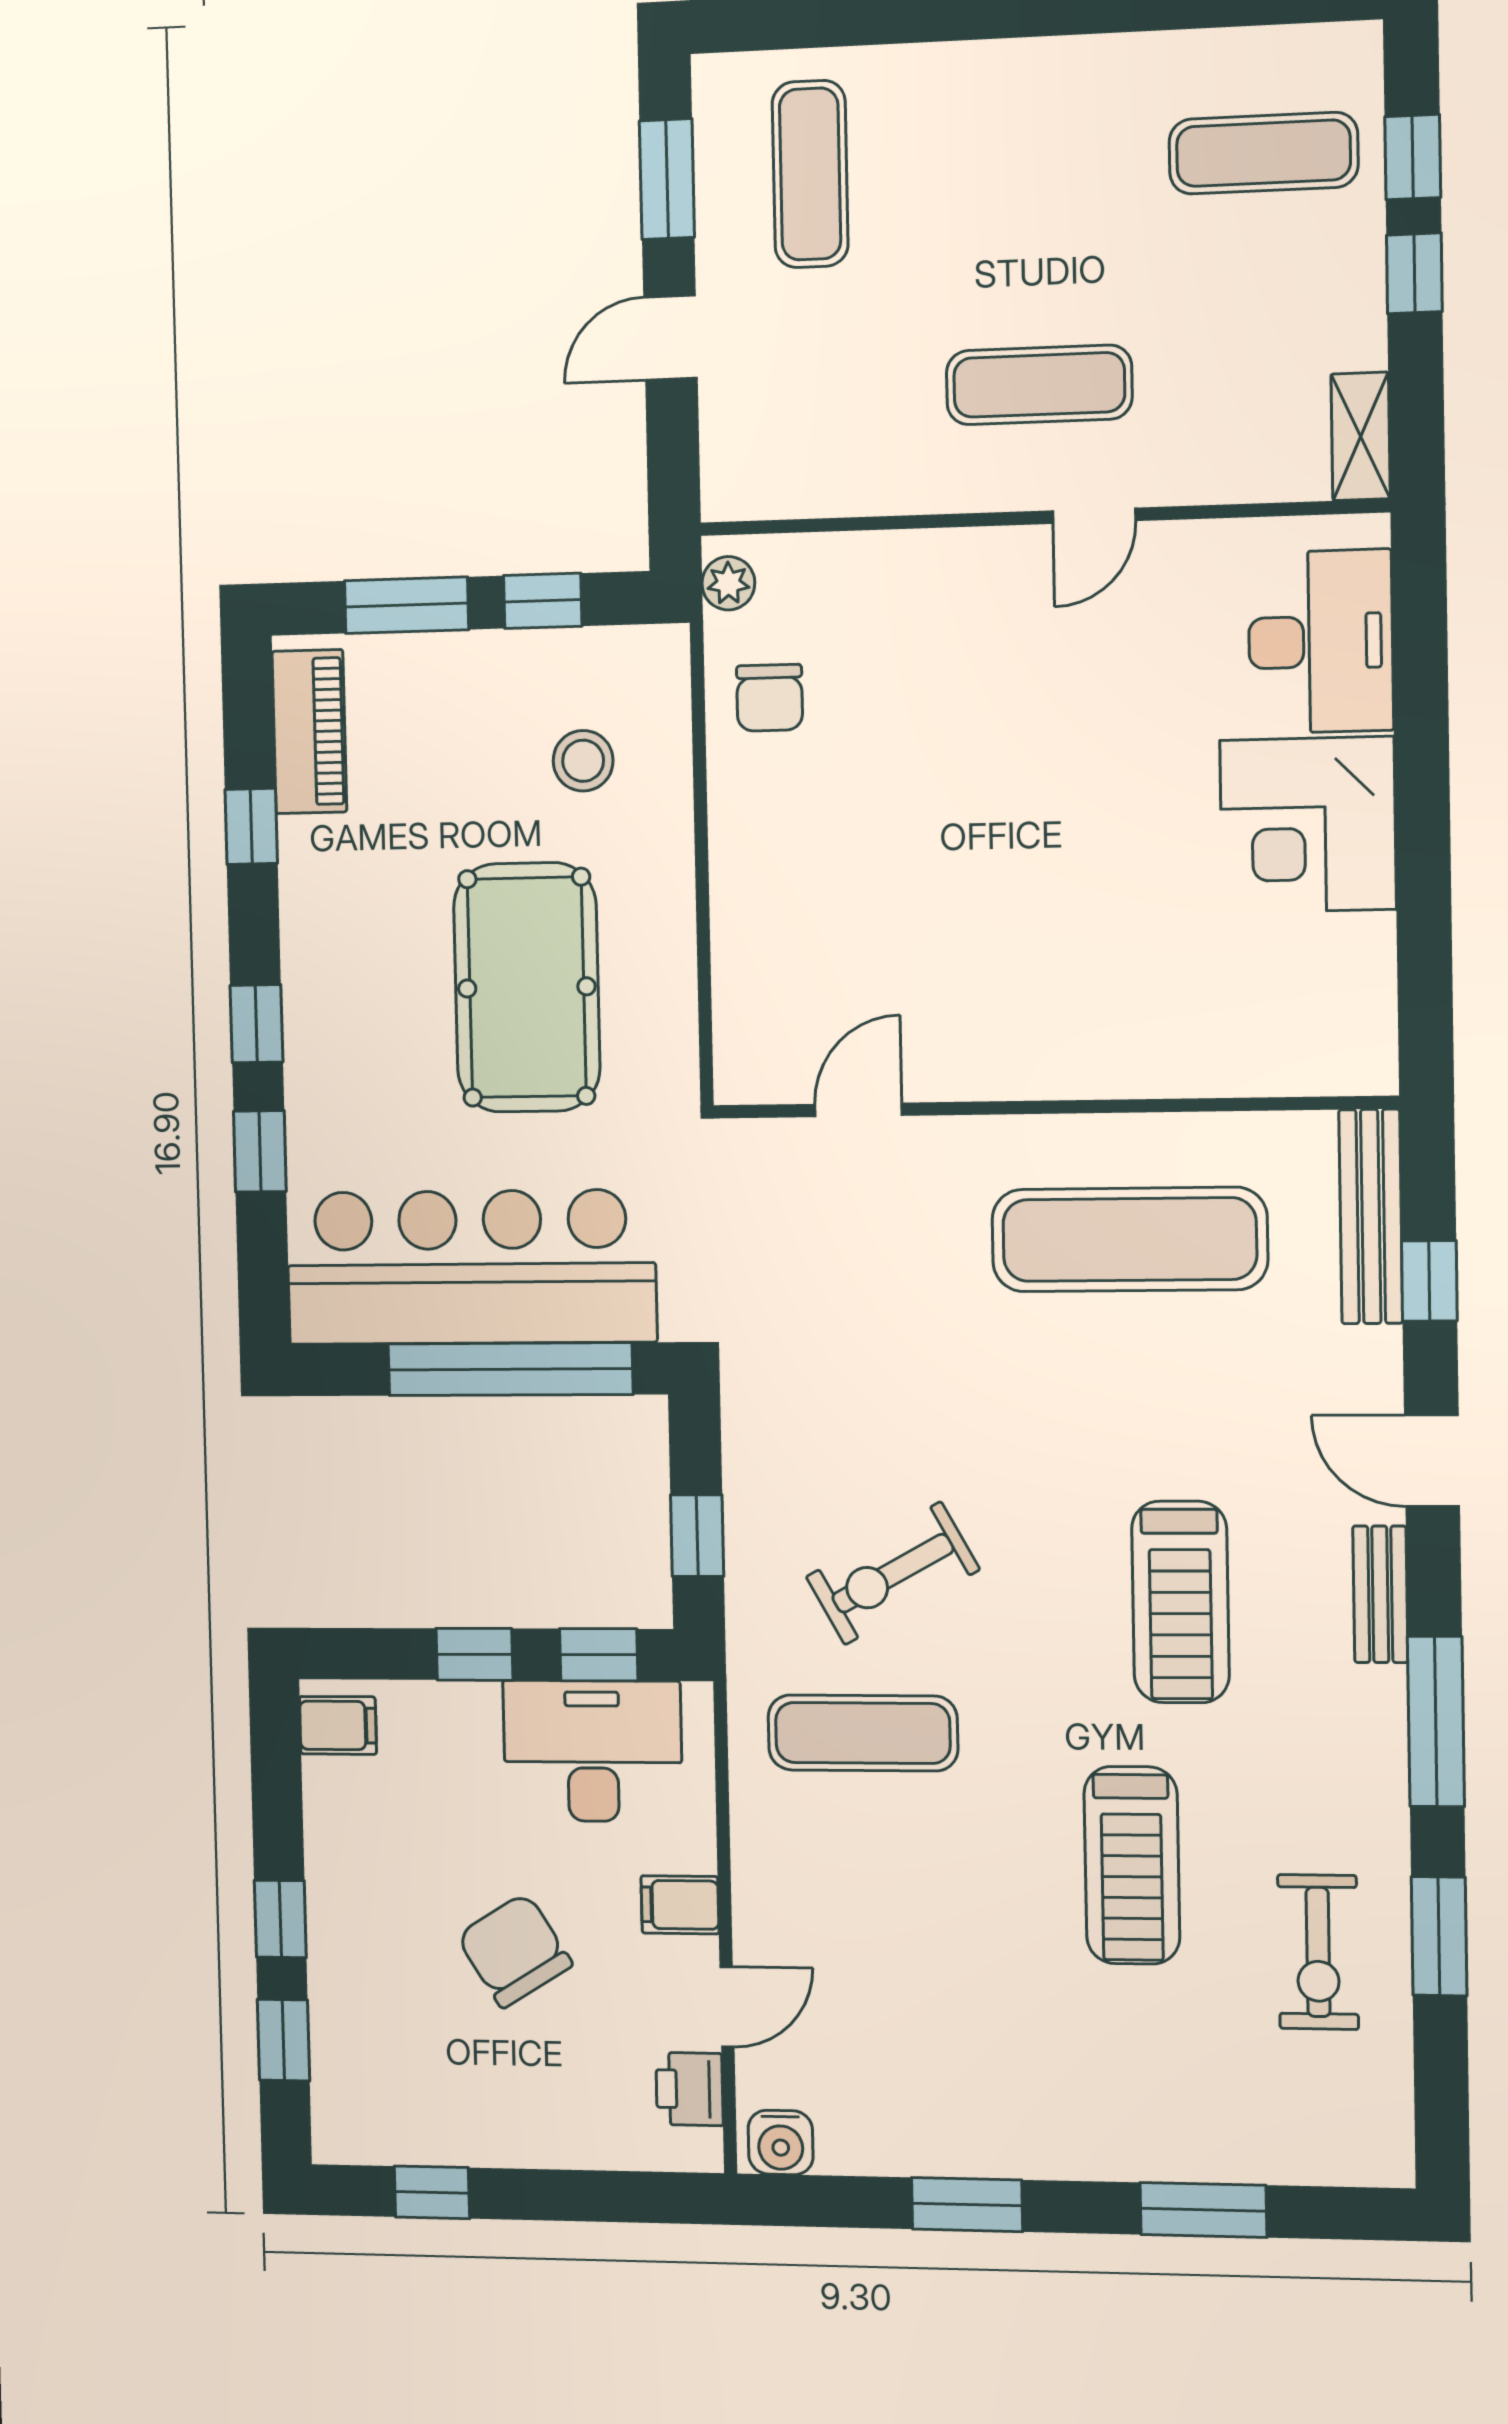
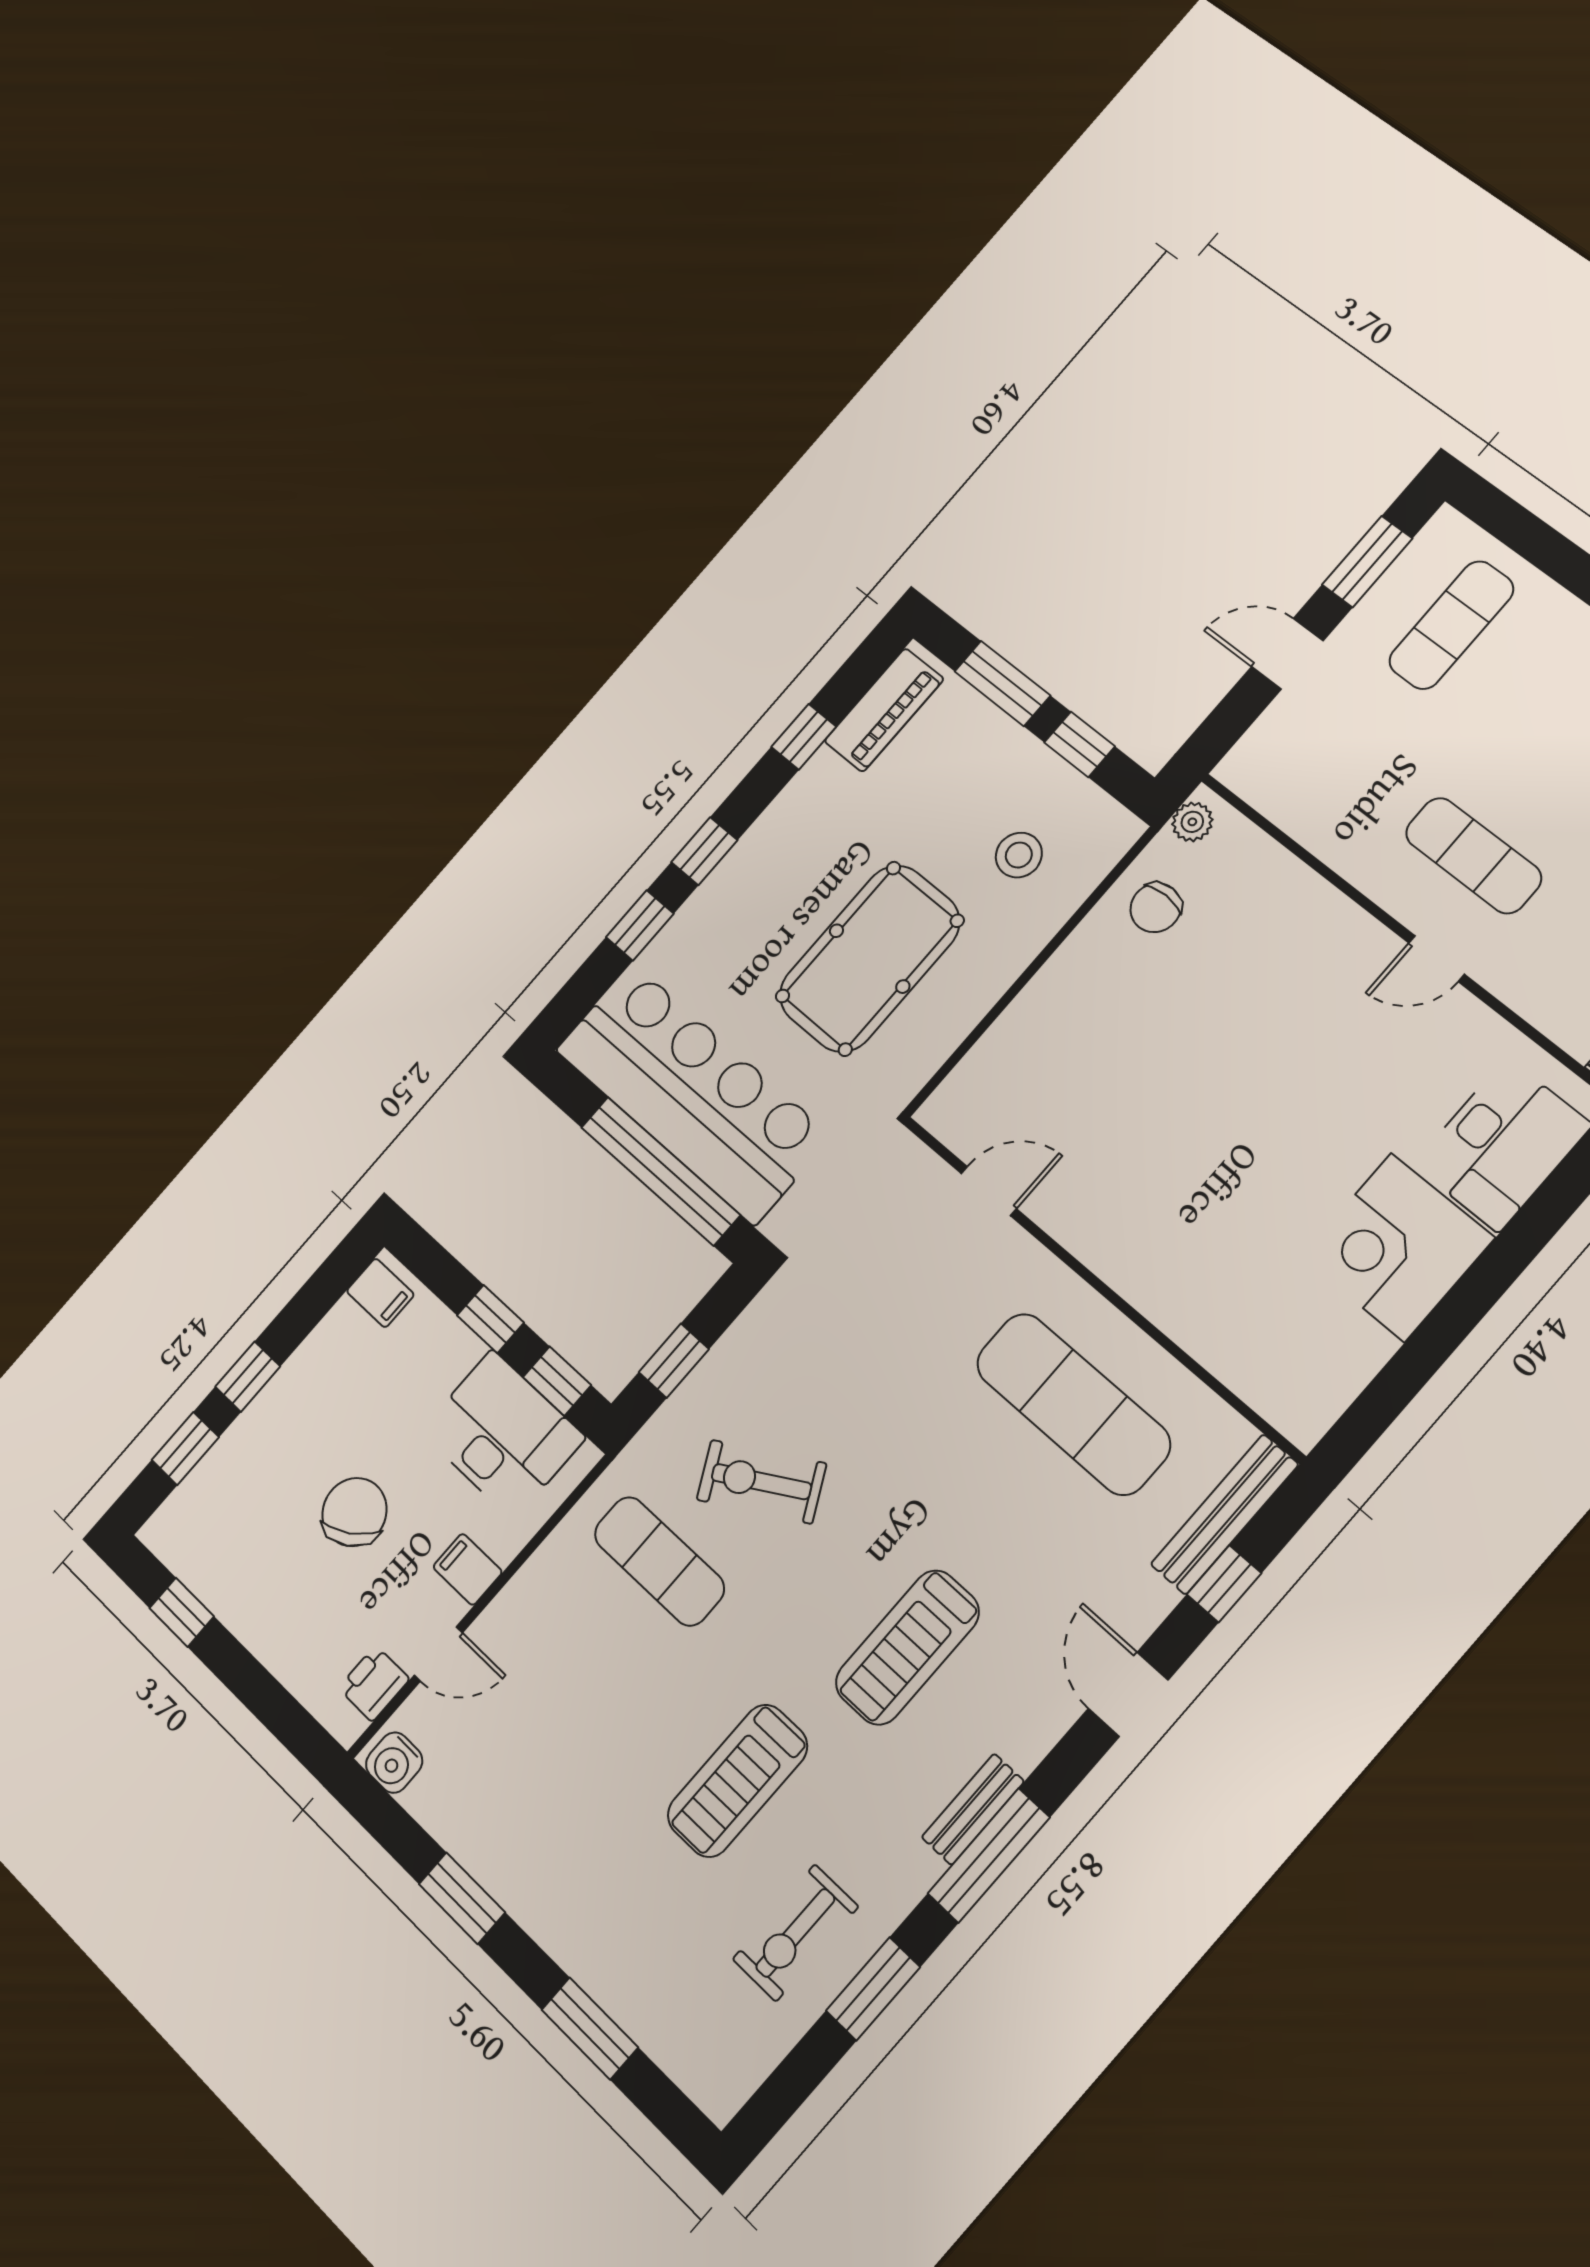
bench: (1380, 1594) -> (973, 1809), moved

